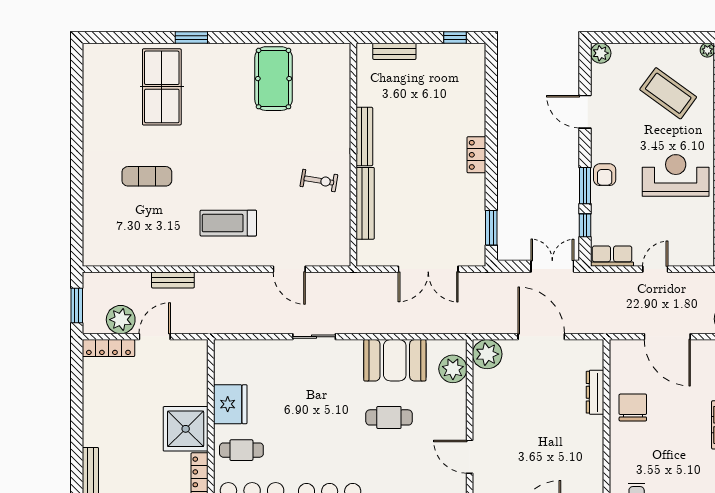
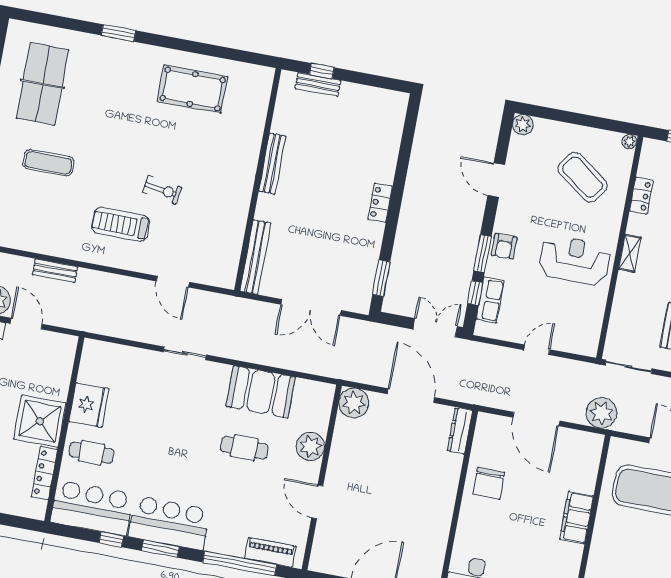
window: (455, 37) -> (322, 71), moved
pool table: (274, 79) -> (193, 89), turned 90
table tennis table: (162, 87) -> (42, 84), moved
exercise bike: (319, 181) -> (162, 190), moved
bench: (365, 203) -> (255, 257), moved
row of seats: (612, 256) -> (490, 300), moved, turned 90
door: (155, 337) -> (26, 324), hinge flipped
plant: (453, 369) -> (310, 446), moved
dresser: (595, 392) -> (460, 431), moved
chair: (633, 408) -> (489, 483), turned 180

